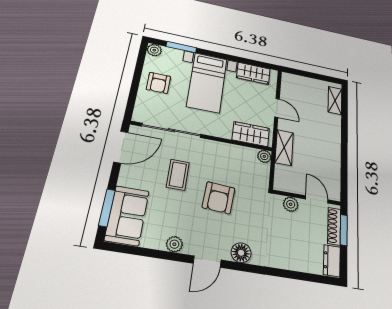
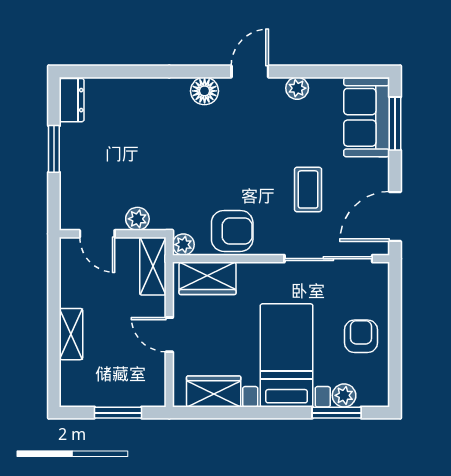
plant: (154, 50) -> (344, 395), moved
window: (309, 75) -> (118, 413), added
shelving: (335, 100) -> (71, 334), moved
armchair: (219, 198) -> (232, 231), moved, turned 86
wall: (307, 198) -> (113, 234), moved
door: (317, 199) -> (97, 234), moved
plant: (291, 204) -> (137, 219), moved
shoe rack: (334, 226) -> (69, 152), removed

